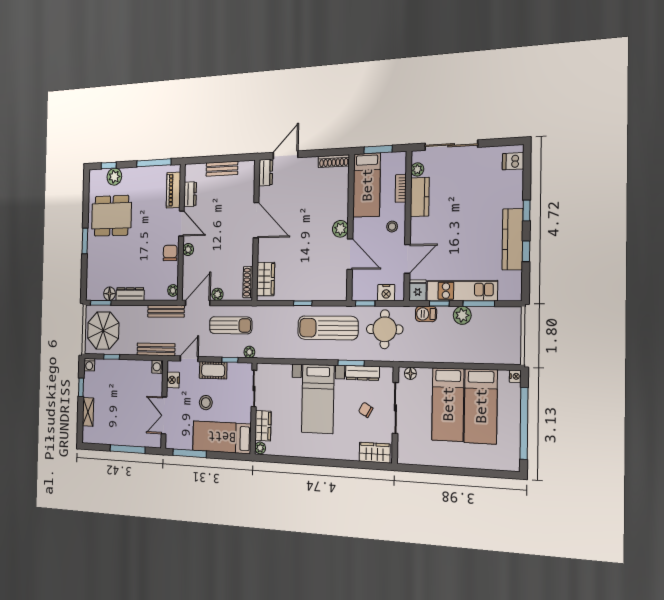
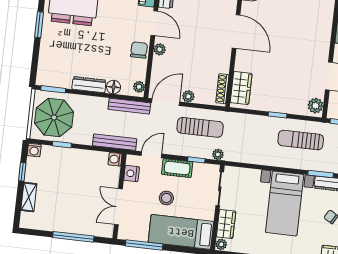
plant: (340, 229) -> (315, 106), moved
floor lamp: (109, 294) -> (114, 87), moved
sun lounger: (328, 328) -> (301, 140), width x0.73, depth x0.75

